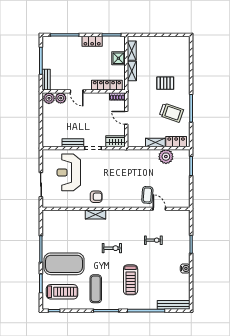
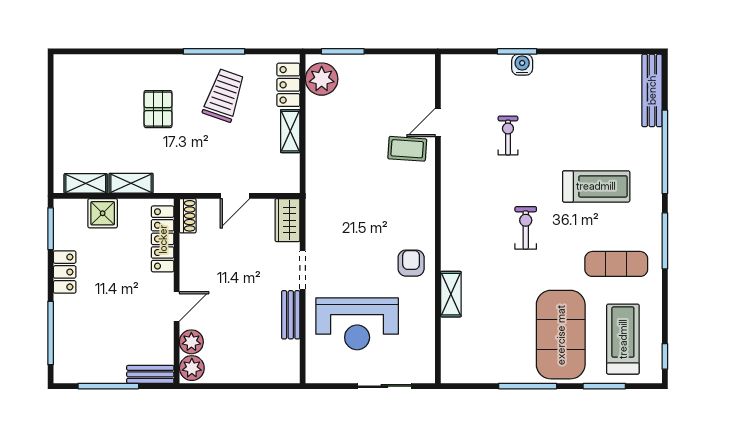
plant: (166, 157) -> (322, 79), moved
shelving: (95, 215) -> (451, 294), moved
water cooler: (185, 268) -> (522, 65), moved

